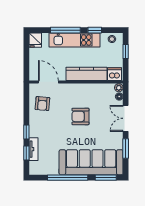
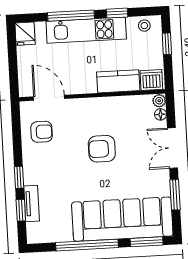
kitchen counter: (86, 74) -> (118, 81), width x0.67
armchair: (42, 104) -> (42, 132), turned -95

